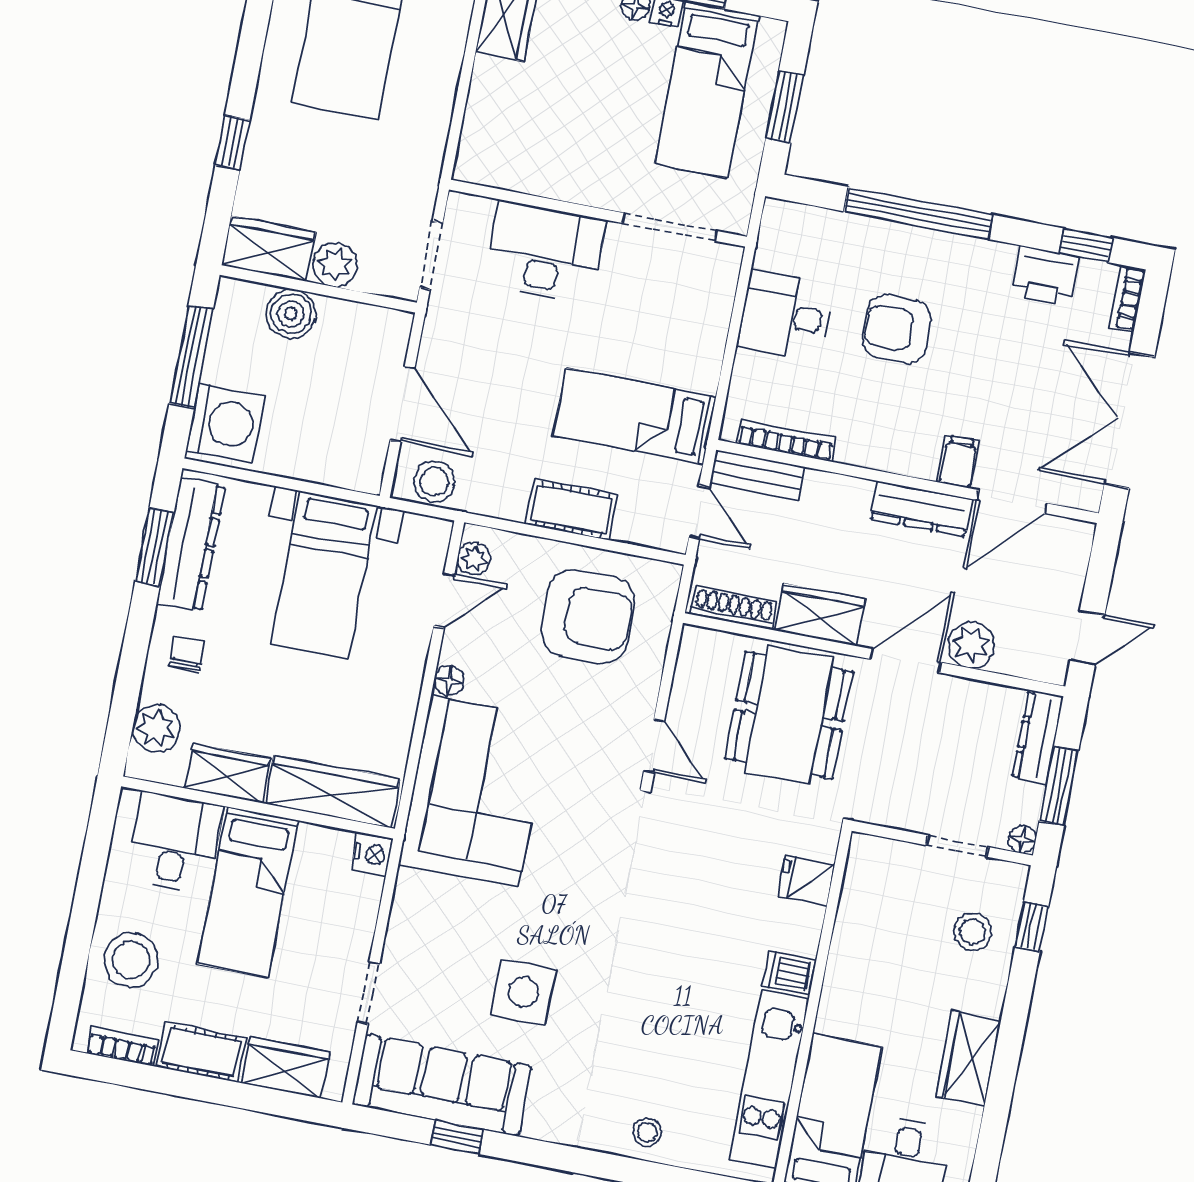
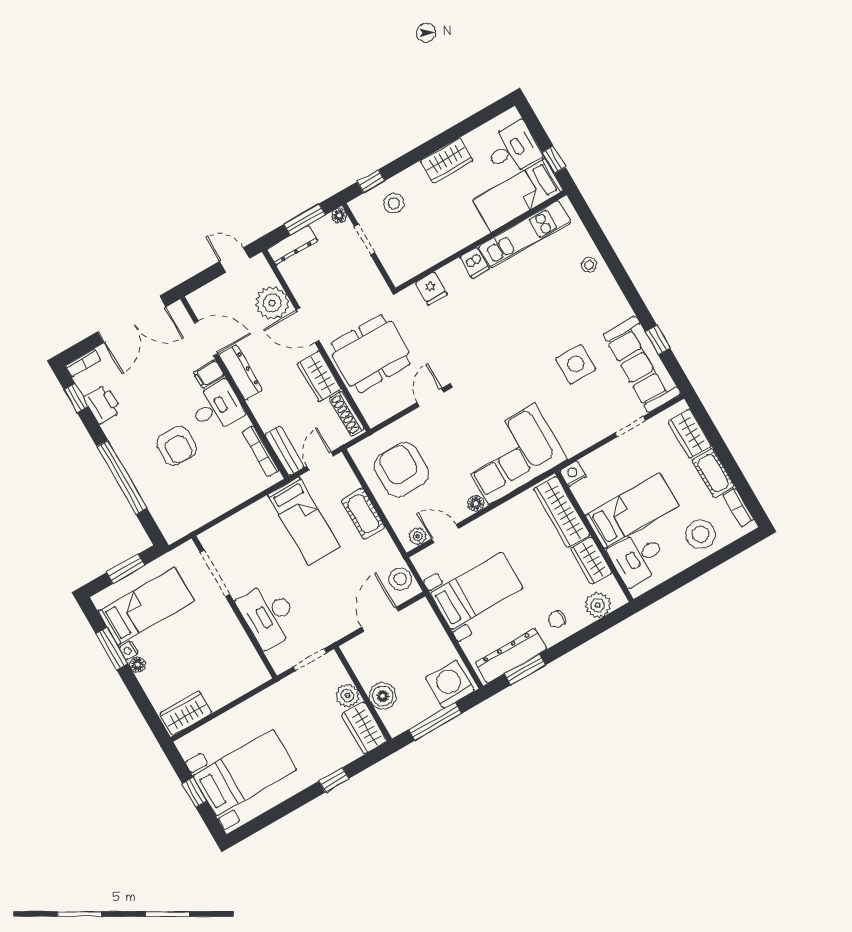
desk: (785, 316) -> (216, 407), moved, turned -90
plant: (971, 645) -> (272, 303), width x1.36, depth x1.36

